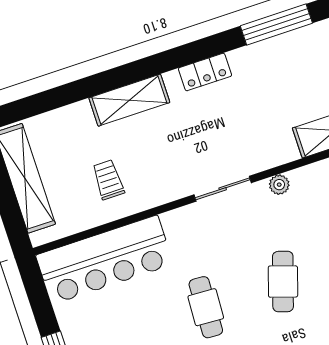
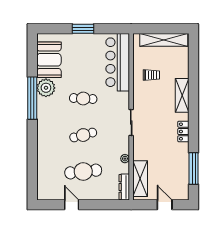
plant: (279, 185) -> (125, 159), moved
cafe table: (283, 282) -> (83, 135), turned -33

